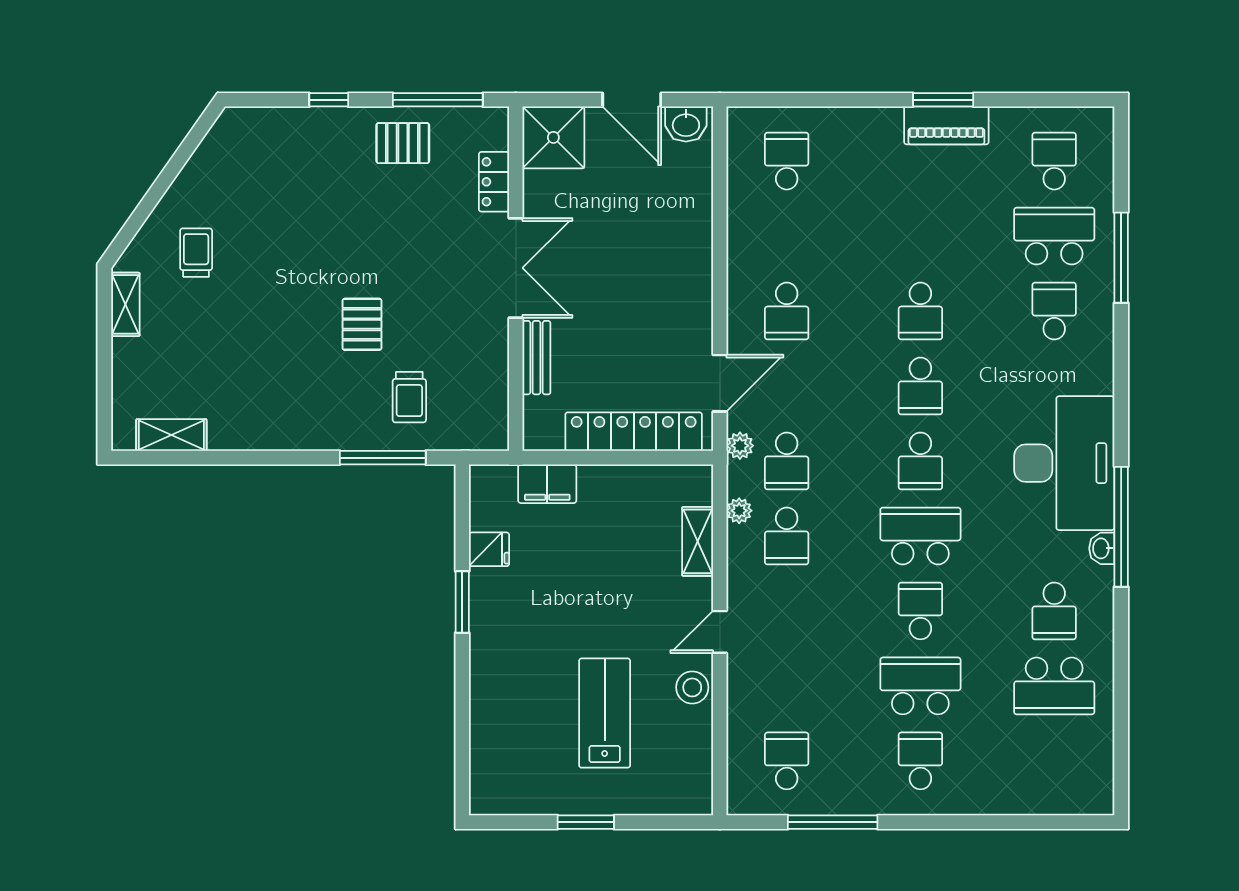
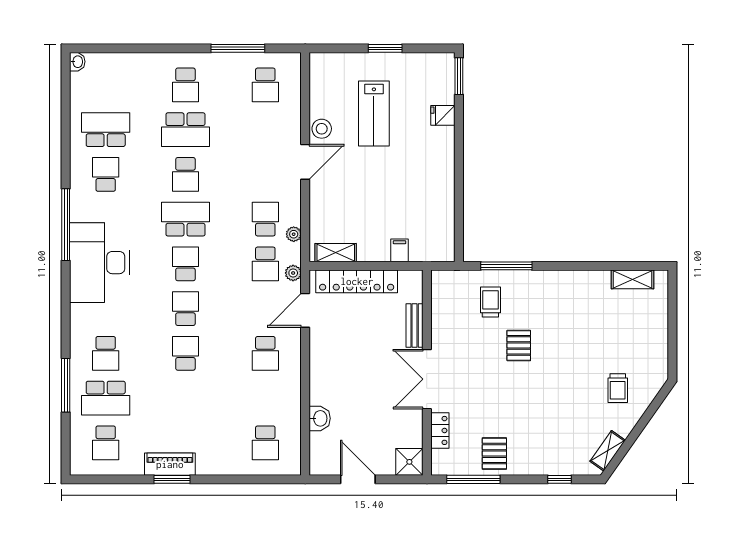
window: (329, 100) -> (560, 479), moved
washbasin: (686, 124) -> (320, 418), moved, turned 90
shower: (553, 137) -> (409, 462), width x0.73, depth x0.73
pallet: (403, 143) -> (494, 454), turned 90
shelving: (125, 304) -> (608, 451), moved, turned 35
school desk: (787, 311) -> (265, 353), turned 180
school desk: (787, 461) -> (265, 264), turned 180
filing cabinet: (547, 484) -> (400, 250), width x0.50
school desk: (920, 536) -> (185, 219), turned 180
shelving: (698, 541) -> (336, 253), moved, turned 90
washbasin: (1102, 548) -> (77, 62), moved
fridge: (489, 549) -> (443, 115), moved
window: (462, 602) -> (459, 76), moved
door: (720, 632) -> (305, 162), width x1.38

